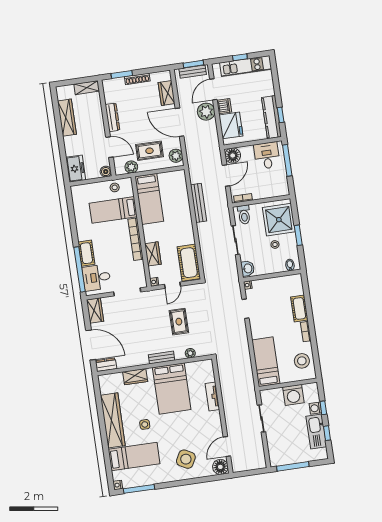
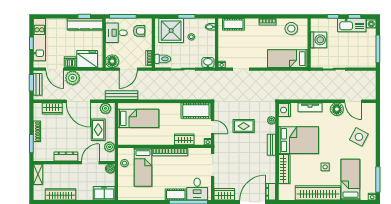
door: (180, 122) -> (78, 101), hinge flipped
door: (226, 176) -> (128, 69), swing flipped
armchair: (273, 182) -> (139, 31), added
bed: (149, 199) -> (138, 118), moved
bench: (199, 203) -> (121, 95), moved
cot: (299, 308) -> (233, 24), moved
nightstand: (205, 367) -> (284, 110), added
wardrobe: (135, 377) -> (284, 169), width x1.50
washing machine: (315, 408) -> (371, 23), moved
floor lamp: (220, 467) -> (337, 109), moved

